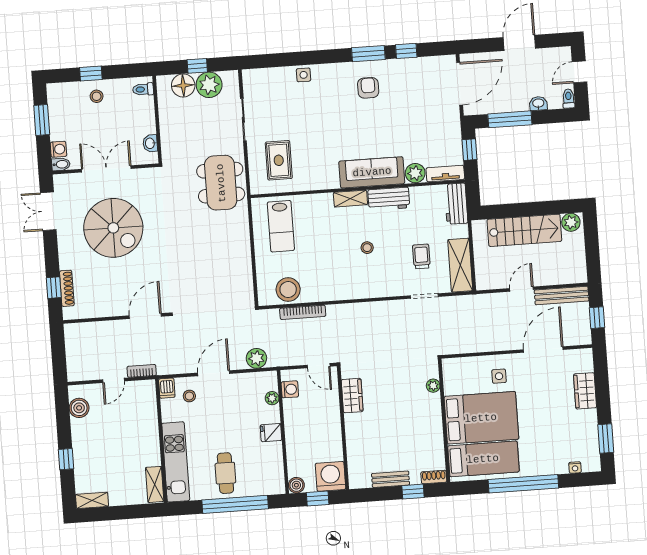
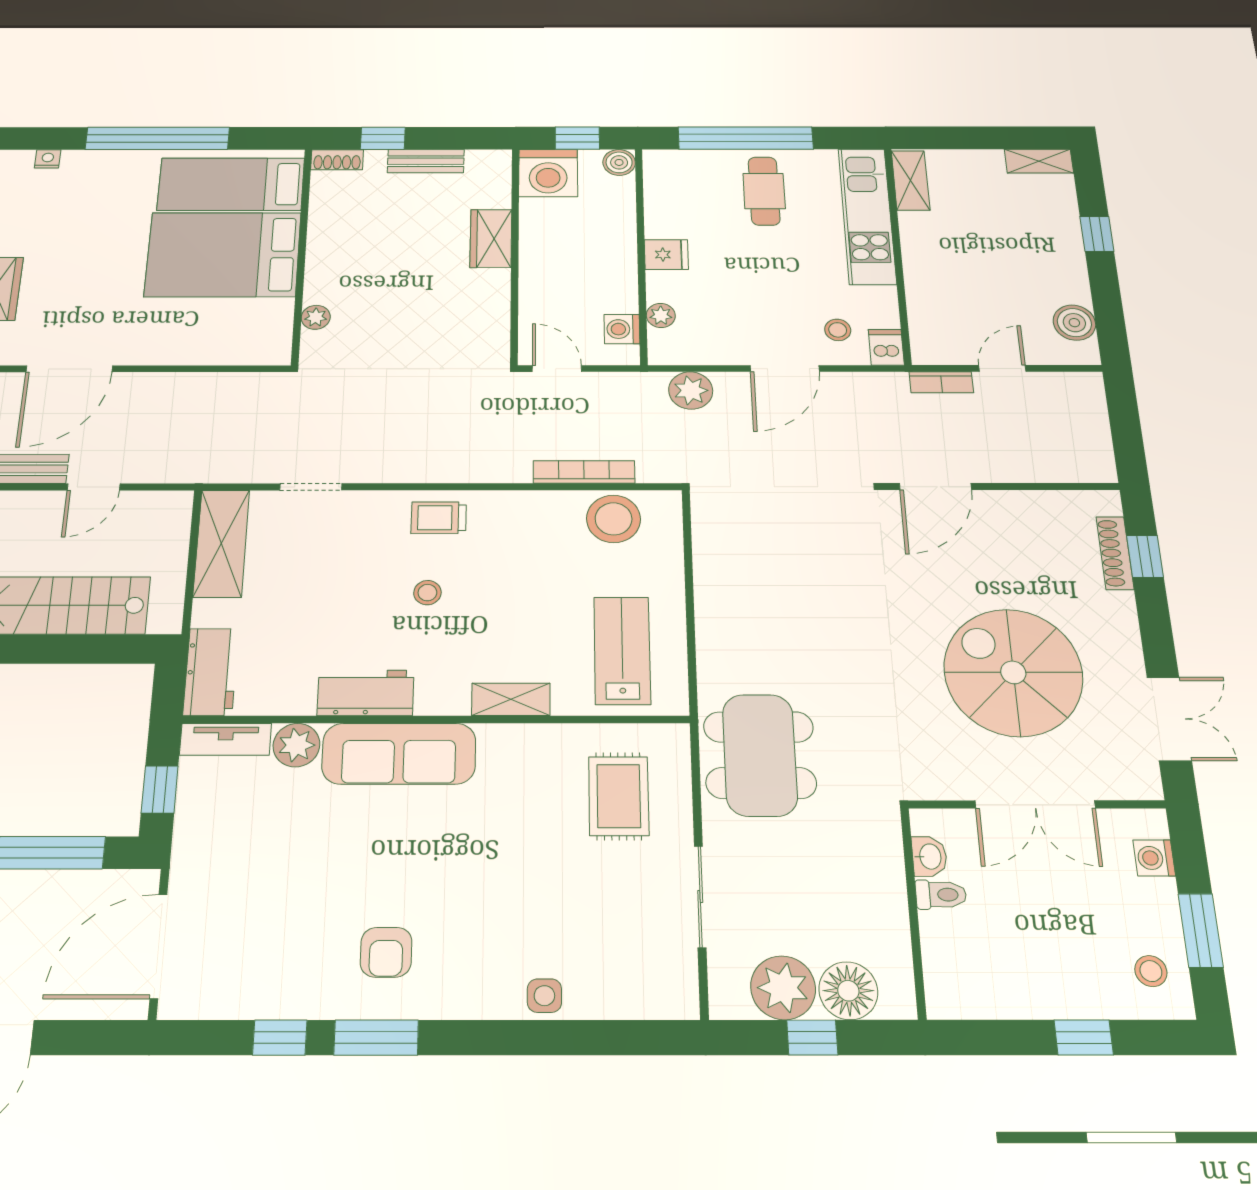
toilet: (143, 89) -> (941, 895), moved
stool: (97, 96) -> (1151, 971), moved
bidet: (61, 164) -> (1146, 822), removed
shelving: (350, 199) -> (511, 699), moved
trolley: (421, 256) -> (439, 518), moved, turned 90
side table: (499, 376) -> (173, 326), removed
wardrobe: (352, 396) -> (491, 238), moved

